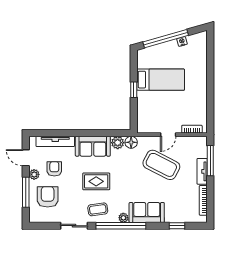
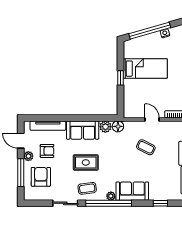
door: (168, 135) -> (152, 119), swing flipped
coffee table: (161, 165) -> (146, 147), width x0.54, depth x0.58
armchair: (54, 169) -> (47, 151), turned 90

